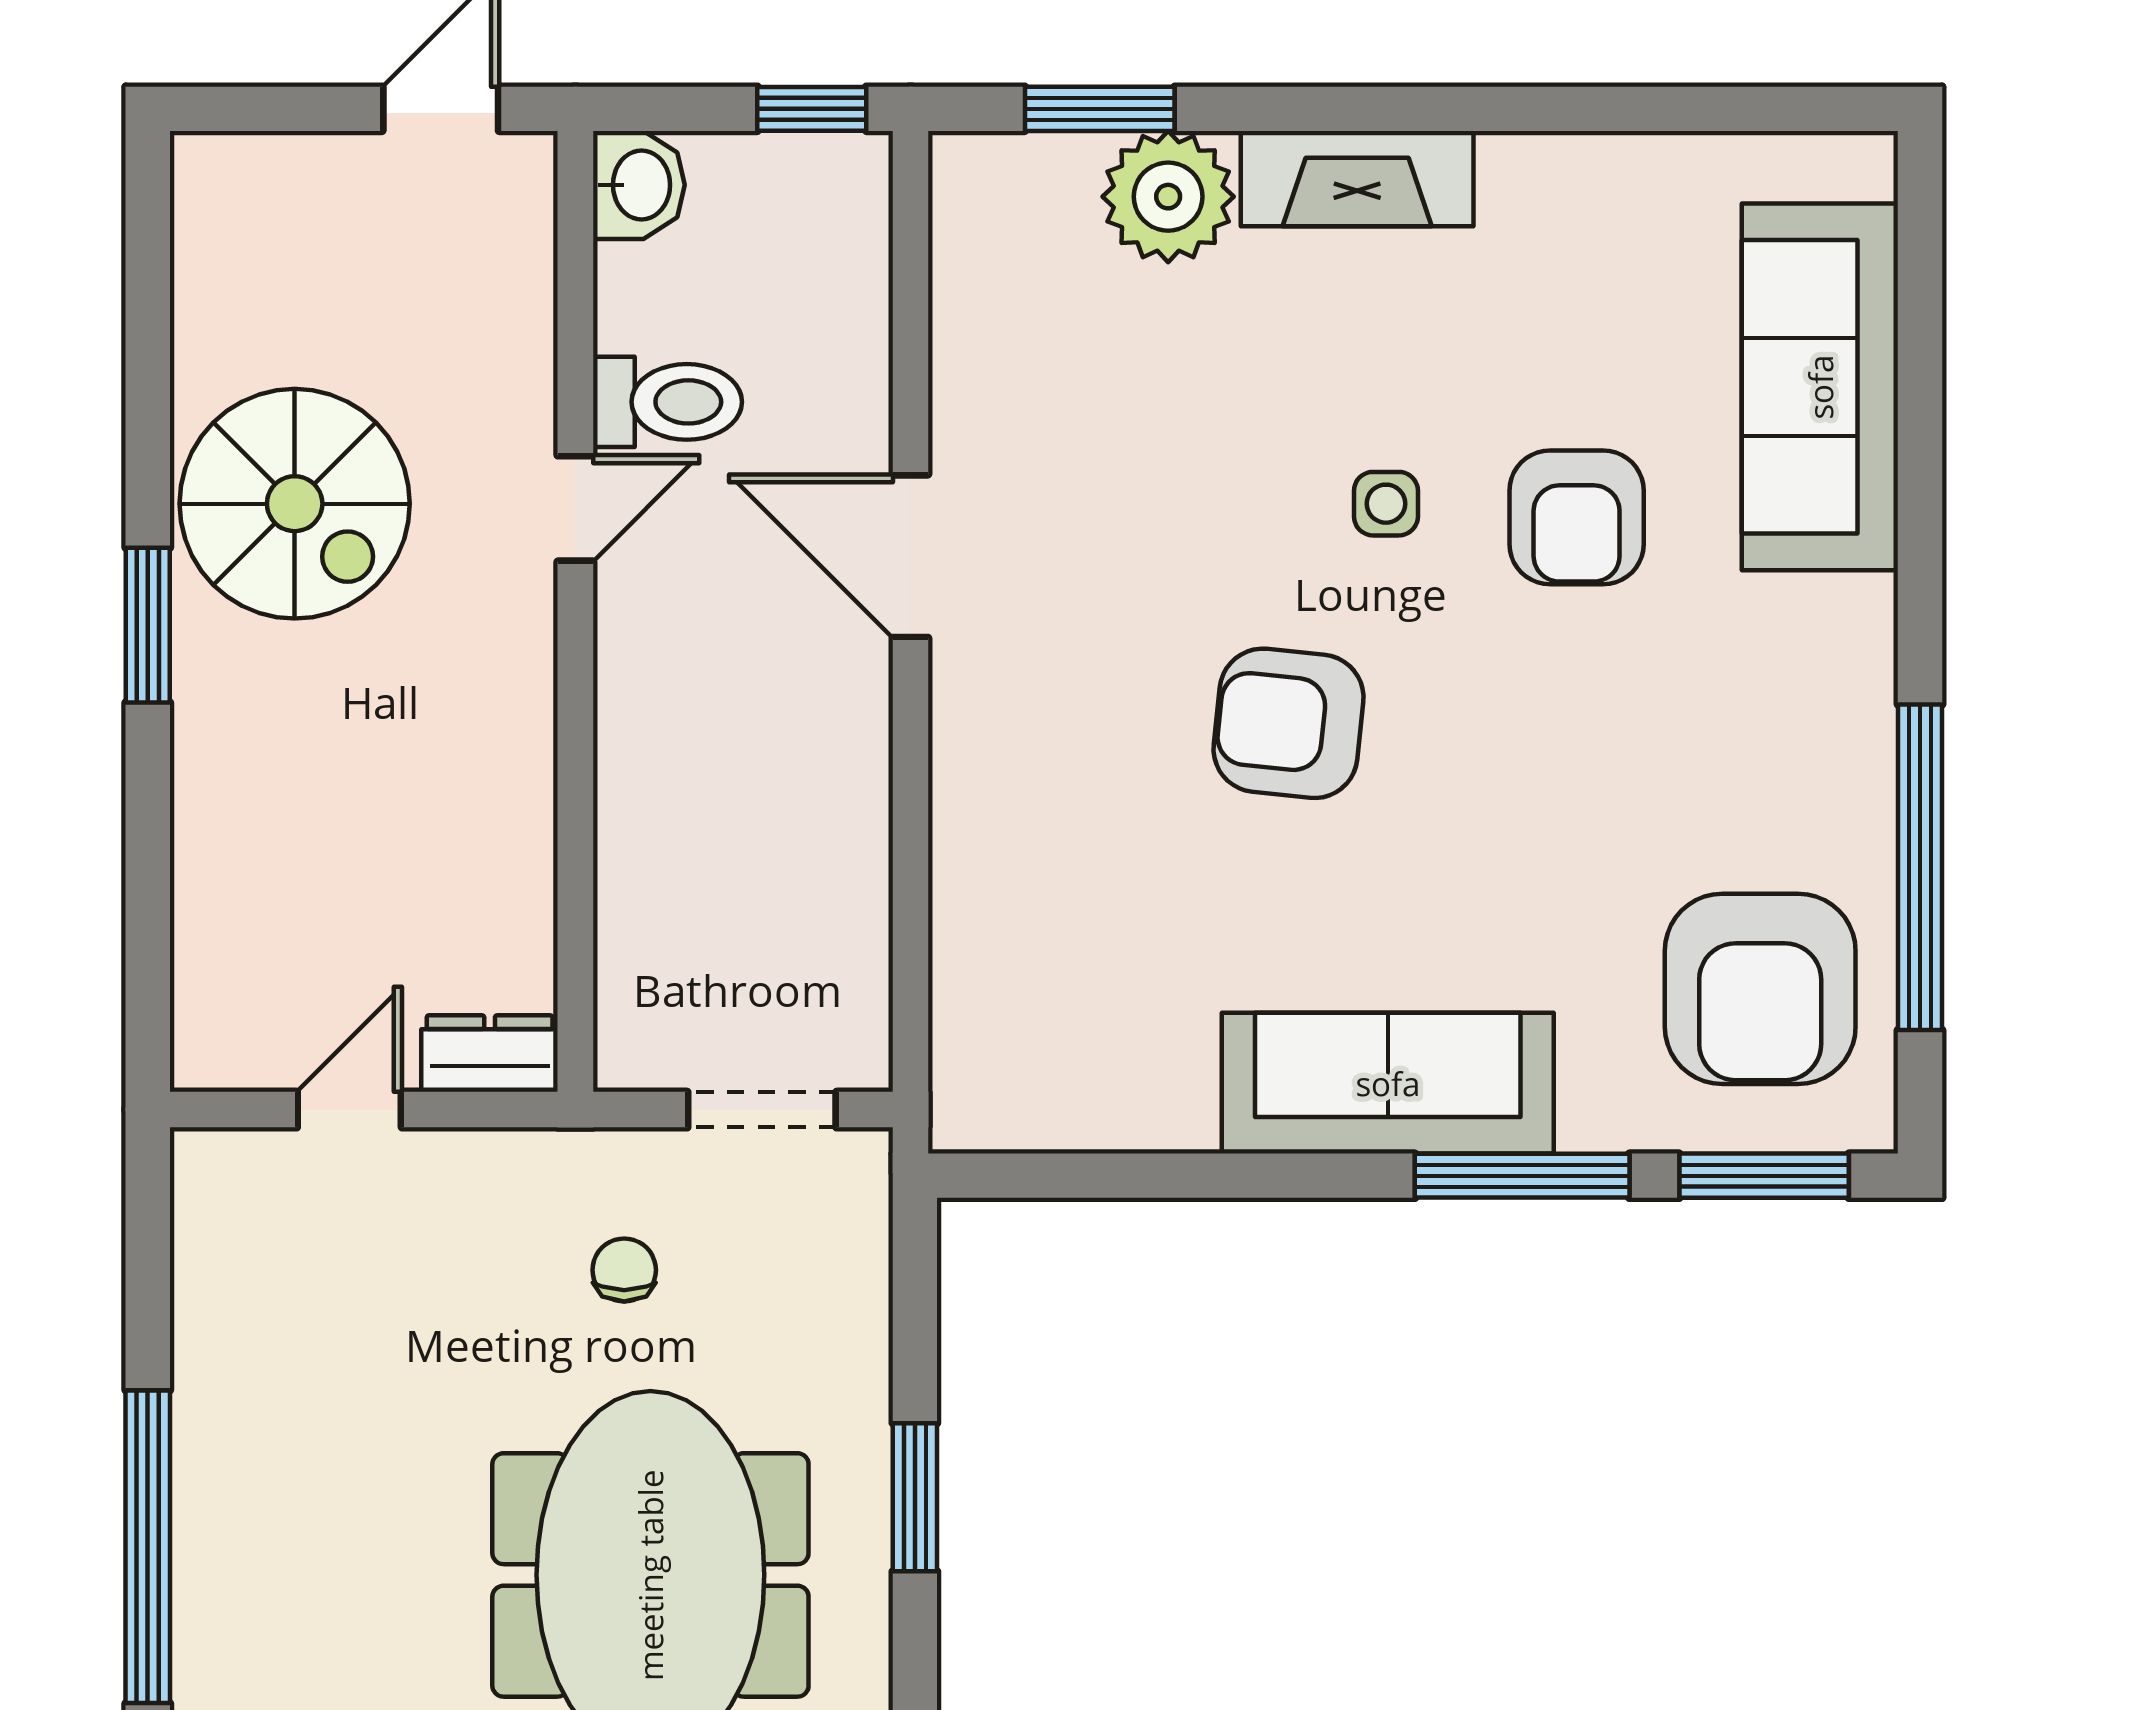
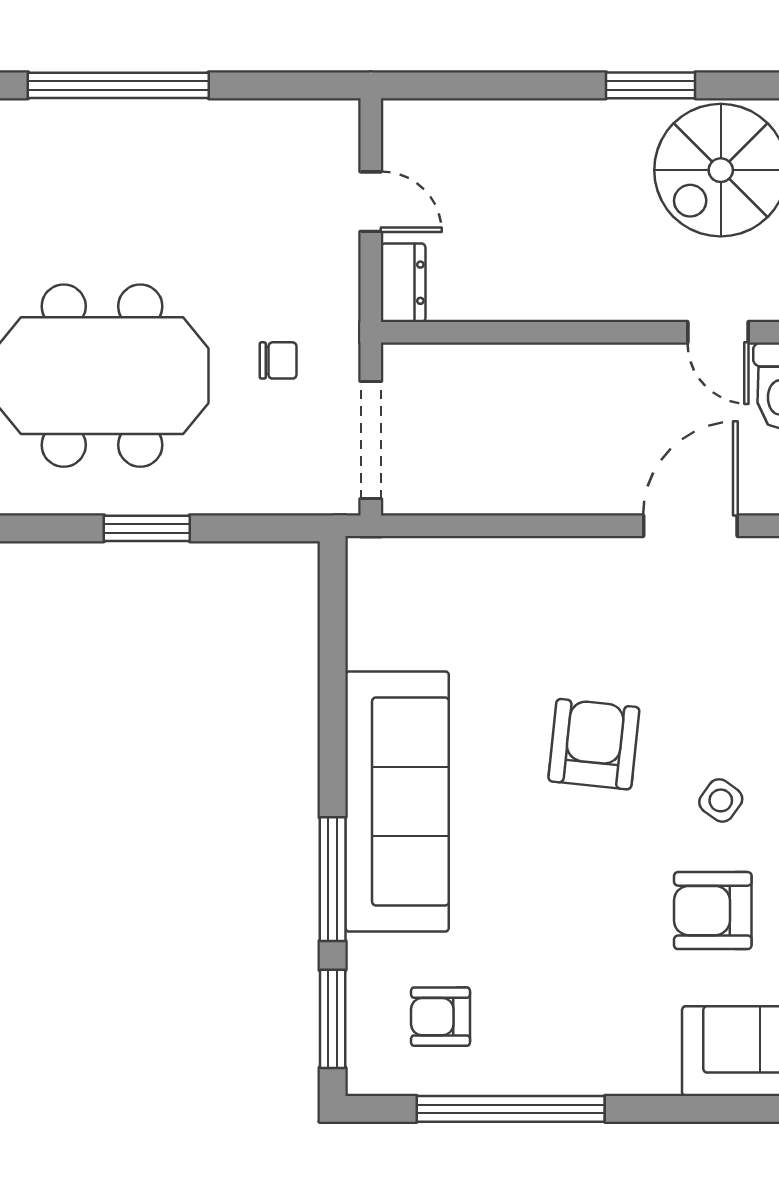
side table: (1386, 504) -> (721, 800), turned 36
armchair: (1760, 989) -> (440, 1017), width x0.53, depth x0.53
sofa: (1388, 1083) -> (397, 801), width x1.36, depth x1.27
doorway: (762, 1110) -> (371, 440), width x1.38

